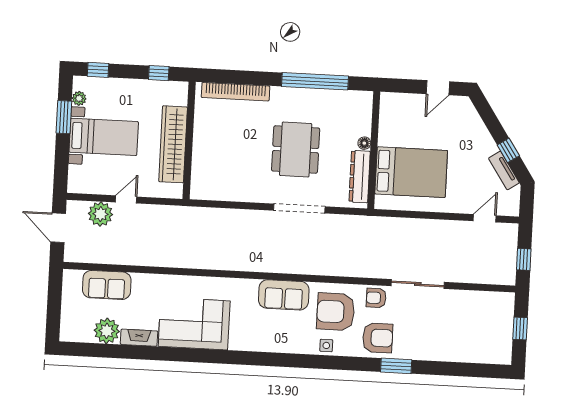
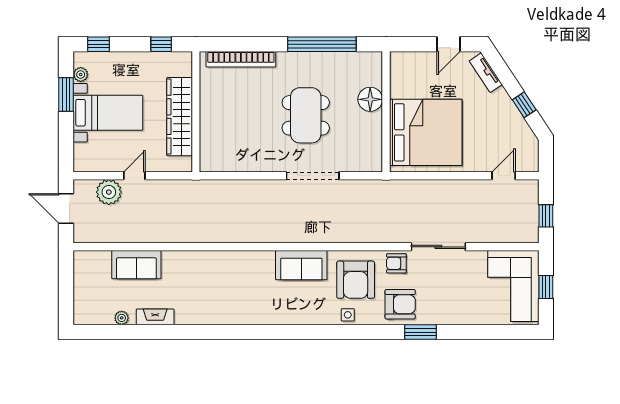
floor lamp: (364, 143) -> (370, 99), width x1.89, depth x1.89
tv unit: (504, 171) -> (486, 73), moved
bed: (411, 172) -> (426, 132), width x1.36
dresser: (360, 177) -> (373, 140), removed
sofa: (107, 285) -> (136, 265), moved
armchair: (336, 312) -> (356, 280), turned -90
corner sofa: (194, 324) -> (513, 286), moved, turned -90
plant: (107, 331) -> (122, 318), width x0.53, depth x0.53

